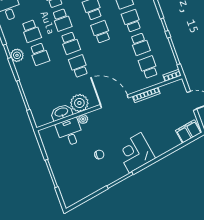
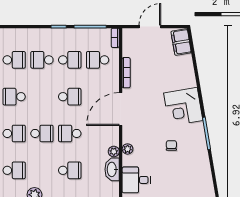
school desk: (101, 32) -> (70, 97), moved, turned 180
school desk: (40, 54) -> (70, 170), moved
plant: (79, 103) -> (114, 152), width x0.53, depth x0.53
desk: (70, 132) -> (136, 180), moved

